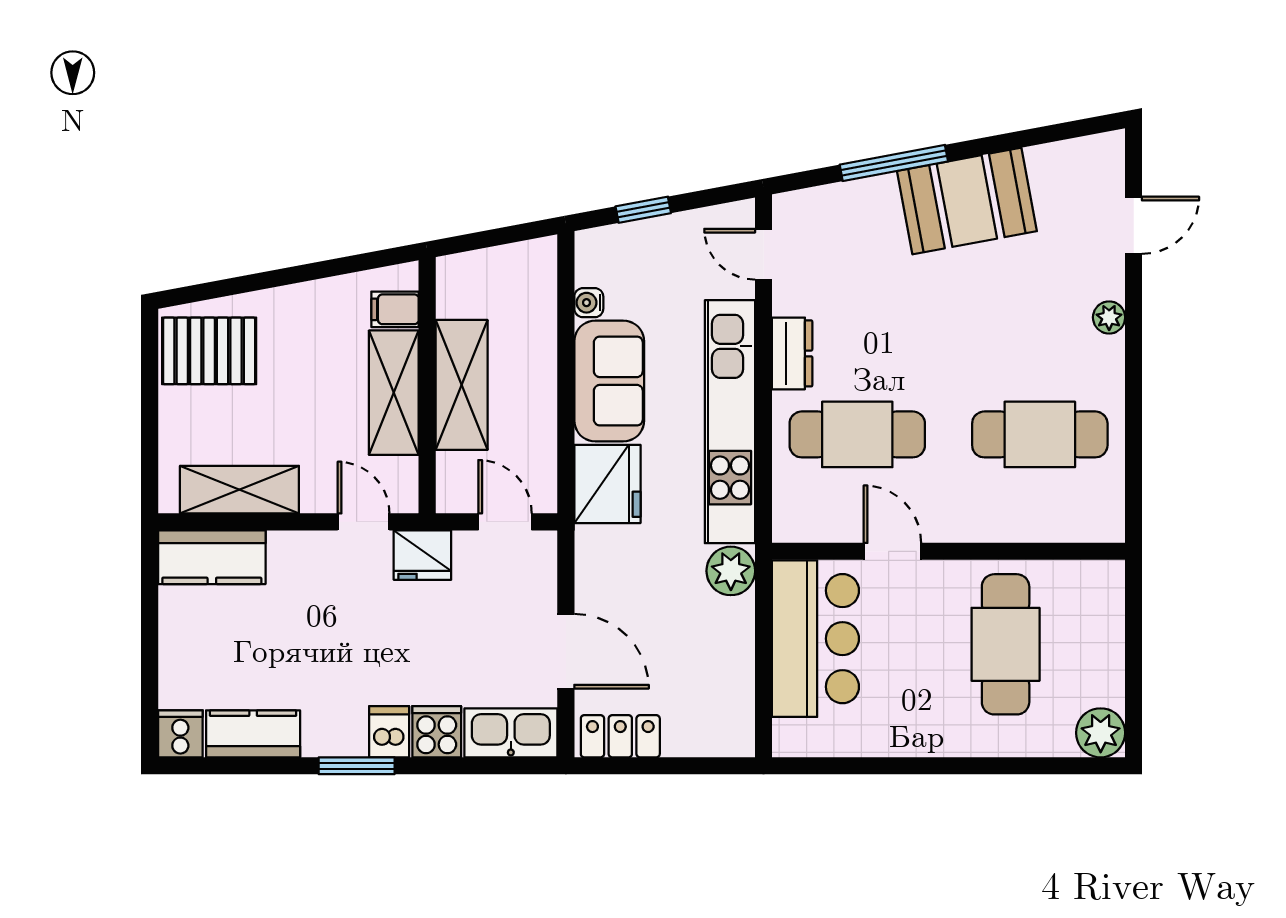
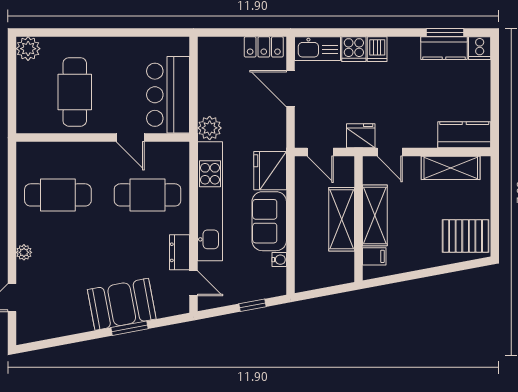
window: (894, 163) -> (130, 328), width x0.69
booth: (967, 201) -> (122, 304), moved
dresser: (792, 353) -> (179, 252), moved
window: (357, 766) -> (445, 32), moved

